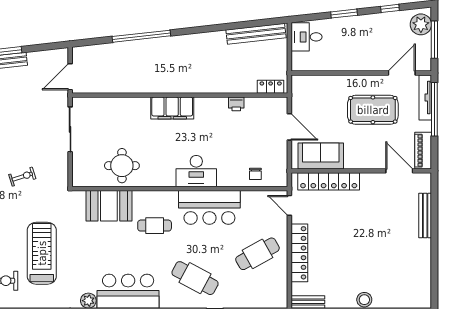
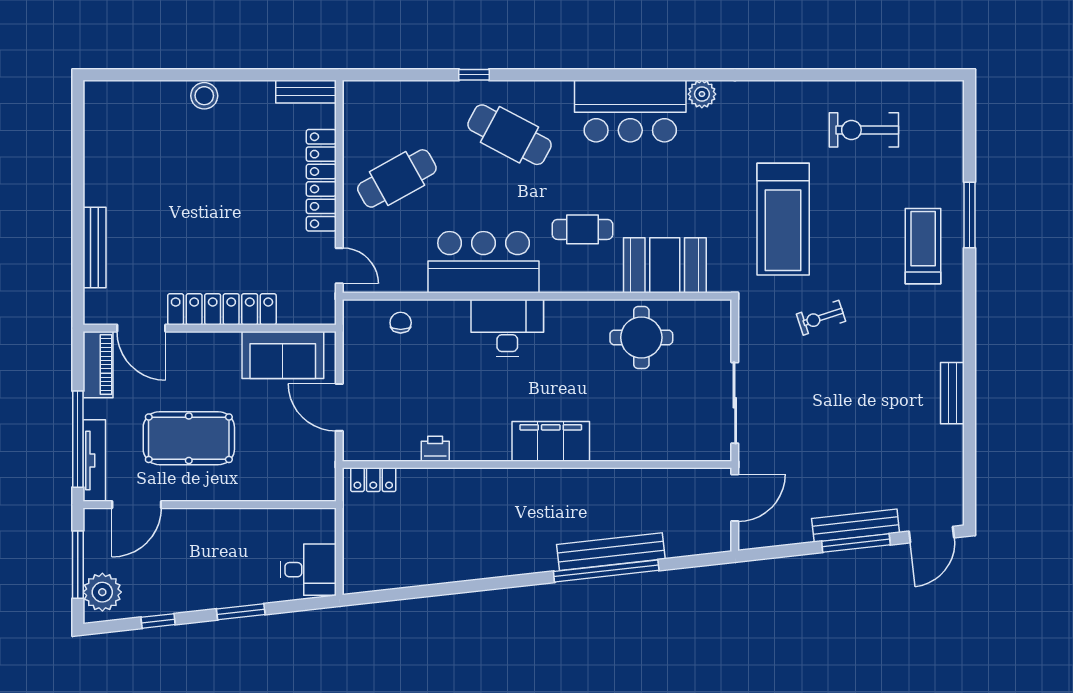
bench: (256, 34) -> (611, 552), moved
locker: (329, 181) -> (222, 309), moved
treadmill: (42, 253) -> (783, 219), moved

